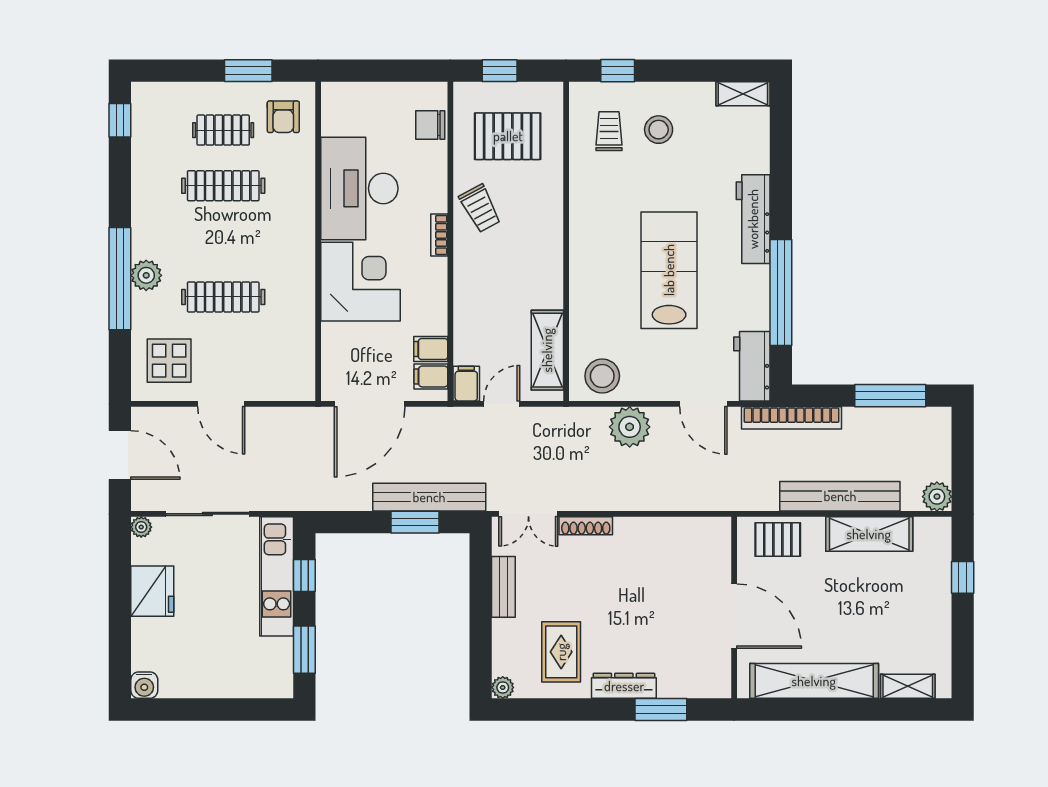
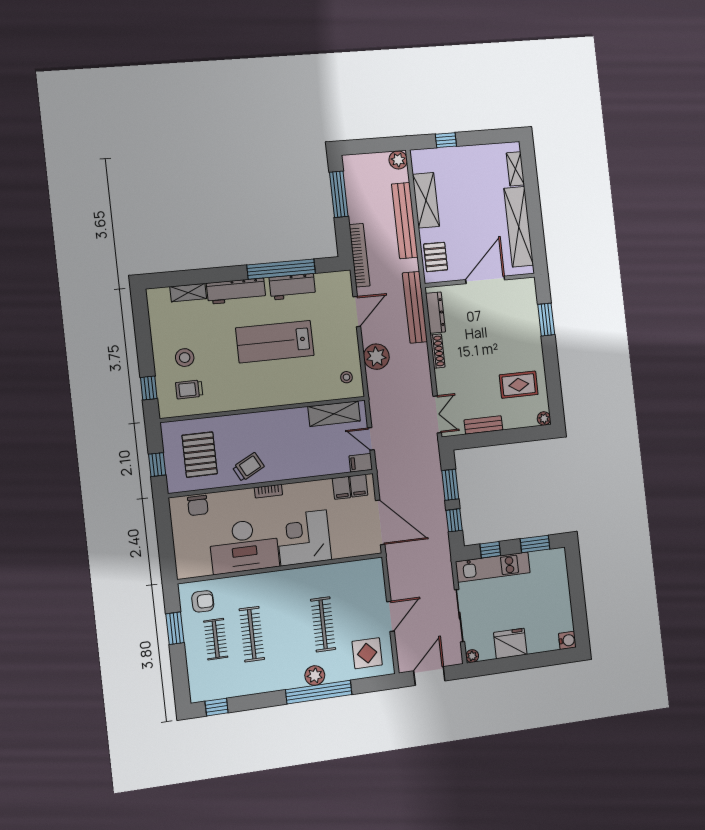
shelving: (743, 94) -> (188, 293), moved, turned 90
workbench: (752, 366) -> (292, 287), moved
stool: (602, 376) -> (346, 377), width x0.53, depth x0.53
bench: (429, 497) -> (415, 307), moved
window: (358, 522) -> (454, 520), added
shoe rack: (586, 526) -> (438, 351), moved
dresser: (624, 686) -> (435, 313), moved, turned 180

